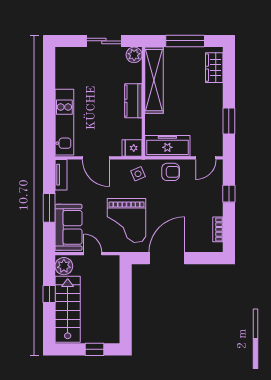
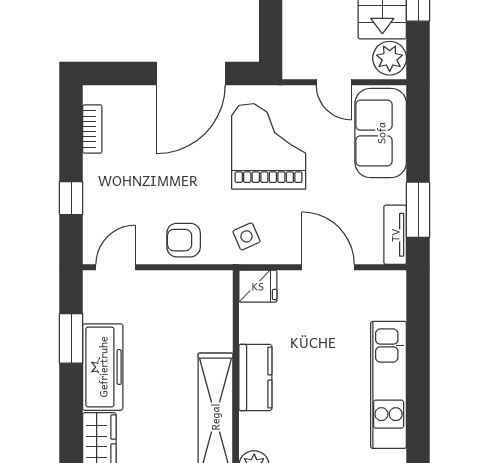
kitchen unit: (64, 122) -> (389, 385), moved
freezer: (167, 146) -> (103, 367), moved, turned -90
window: (49, 208) -> (418, 210), moved

